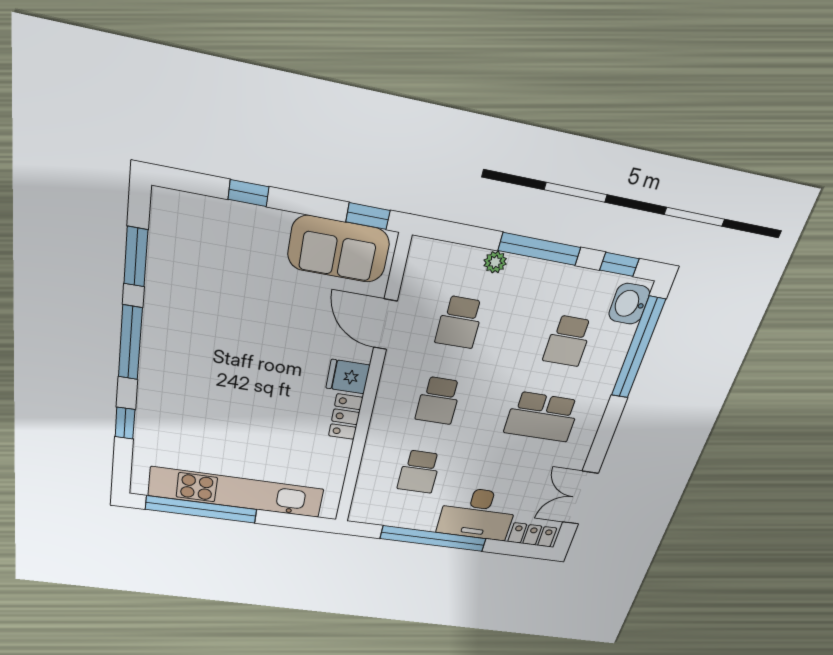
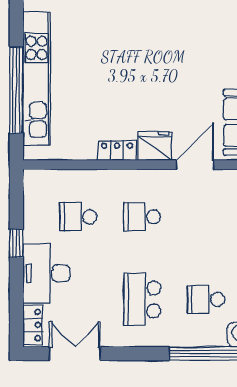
school desk: (459, 322) -> (206, 217), removed
fridge: (348, 377) -> (155, 146), width x1.38
window: (201, 509) -> (16, 90), moved
window: (433, 539) -> (16, 243), width x0.32

